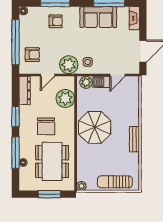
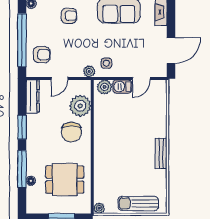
plant: (69, 65) -> (89, 71), width x0.53, depth x0.53
chair: (46, 126) -> (71, 132), moved
parasol: (95, 127) -> (115, 140), removed
dining table: (52, 162) -> (65, 180), width x0.73

